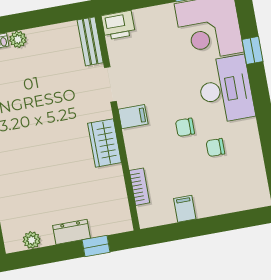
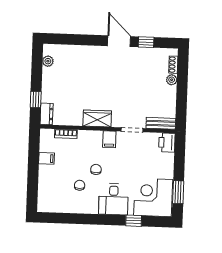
desk: (226, 89) -> (114, 199), width x0.73
dresser: (71, 232) -> (47, 114), moved

